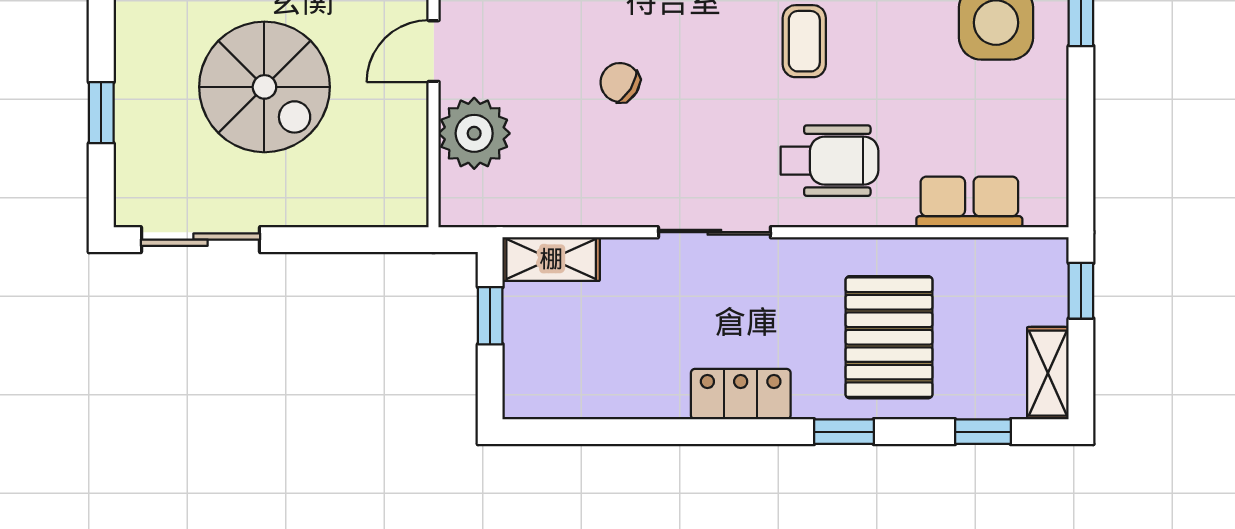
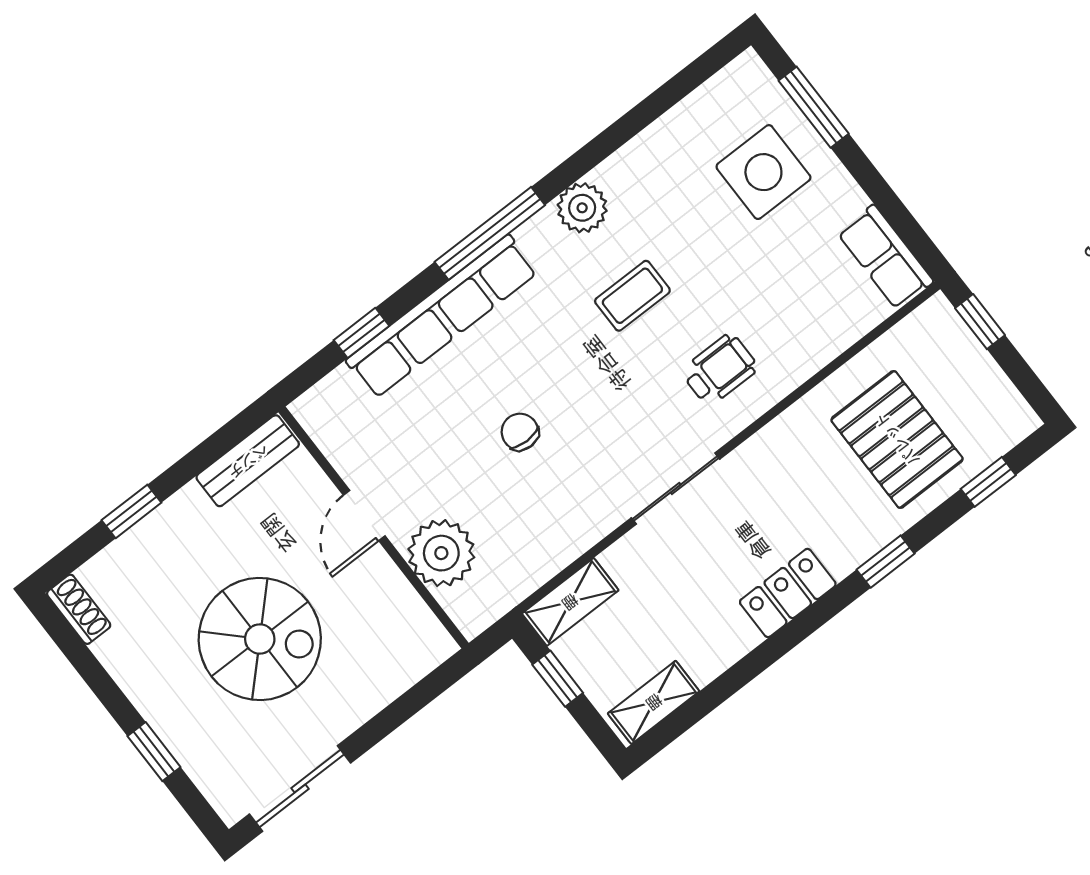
coffee table: (804, 41) -> (632, 296), turned 90
chair: (620, 82) -> (520, 432), turned 58
wheelchair: (830, 161) -> (720, 370), width x0.73, depth x0.73
row of seats: (969, 202) -> (885, 257), moved, turned -90
pallet: (889, 337) -> (897, 439), moved
shelving: (1048, 373) -> (654, 702), moved, turned 90

